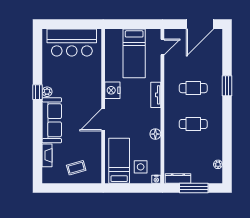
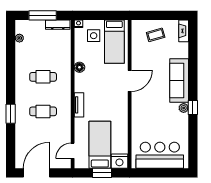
window: (132, 24) -> (102, 173), added
nightstand: (112, 90) -> (119, 161), moved, turned 90
fireplace: (47, 155) -> (184, 31), moved

